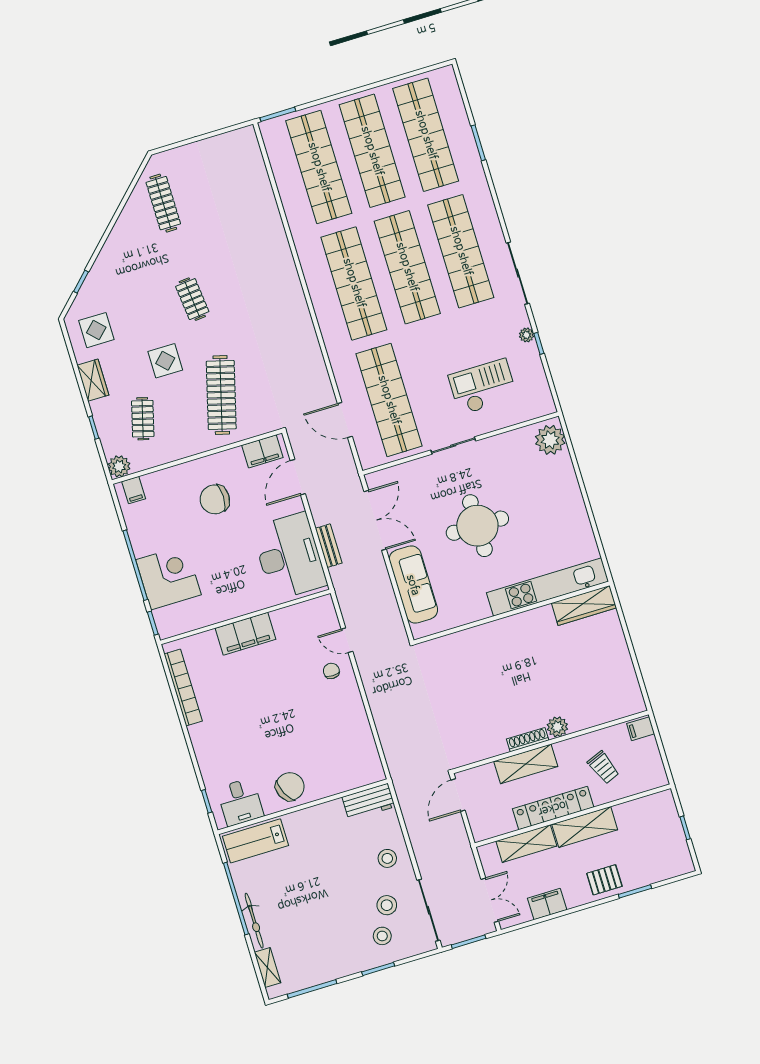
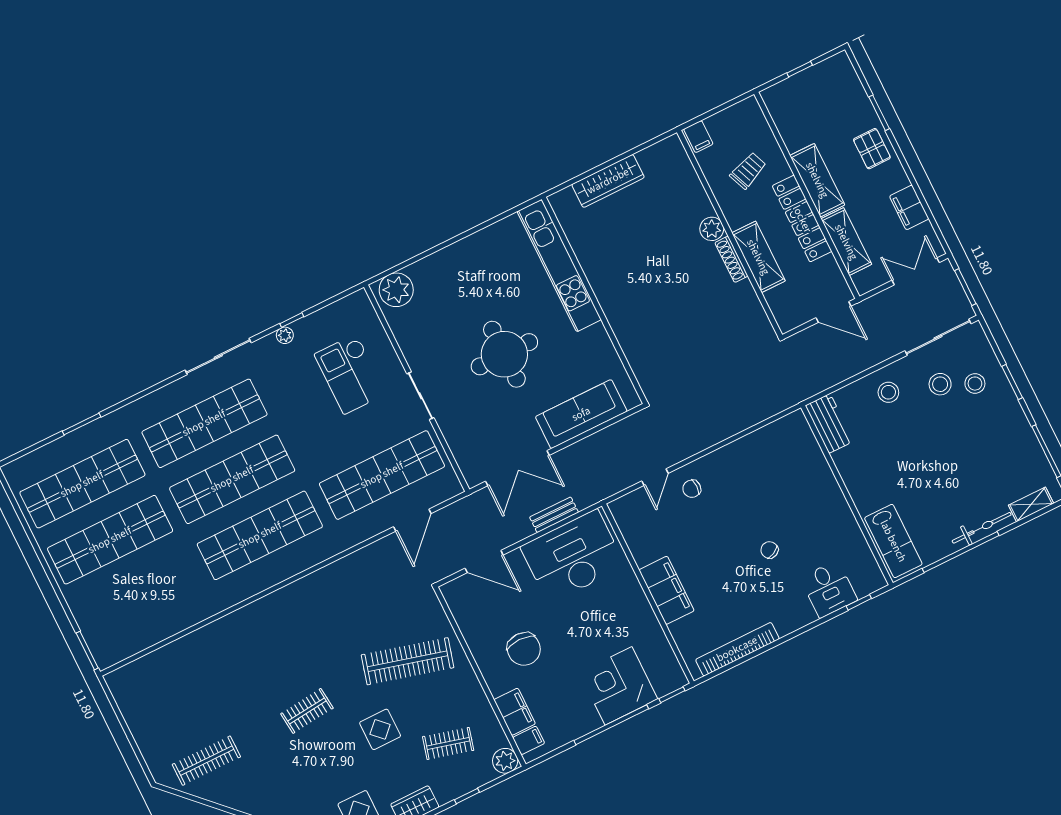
shop shelf: (319, 167) -> (138, 596), removed
filing cabinet: (262, 451) -> (515, 712), moved
double door: (375, 520) -> (517, 468), swing flipped
wardrobe: (584, 605) -> (608, 181), moved, turned 90
chair: (290, 787) -> (769, 550), moved, width x0.54, depth x0.54
door: (458, 795) -> (834, 312), moved
desk: (240, 802) -> (829, 589), moved, turned 90

